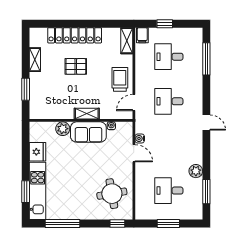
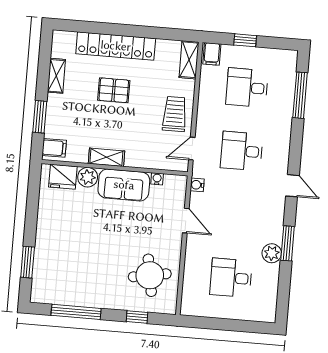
filing cabinet: (38, 110) -> (54, 148), added
shelving: (87, 114) -> (106, 157), moved
water cooler: (140, 138) -> (197, 185), moved
fridge: (38, 152) -> (63, 177), moved, turned 90
kitchen unit: (38, 191) -> (45, 263), removed
window: (206, 192) -> (288, 243), moved
window: (117, 224) -> (137, 317), moved
window: (168, 224) -> (227, 325), removed

